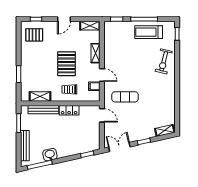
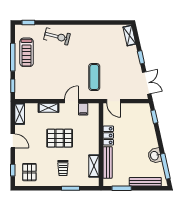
trolley: (69, 89) -> (63, 168), moved
door: (102, 115) -> (114, 101), swing flipped
double door: (119, 147) -> (147, 83), swing flipped

